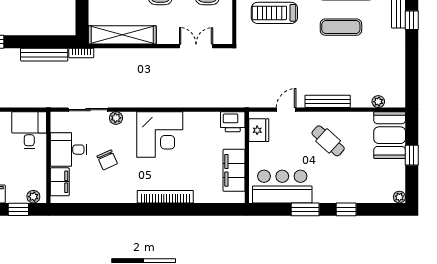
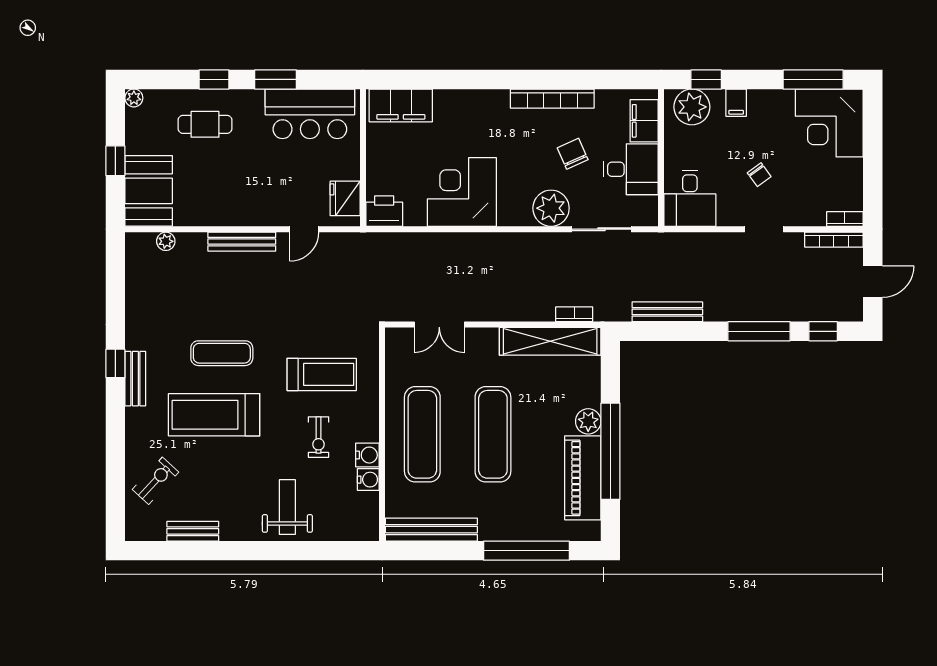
bookcase: (81, 53) -> (574, 314), moved
plant: (116, 118) -> (551, 208), width x1.87, depth x1.87
corner desk: (160, 134) -> (462, 192), moved
cafe table: (328, 141) -> (205, 124), moved, turned -42
filing cabinet: (234, 170) -> (401, 105), moved, turned 90
plant: (33, 197) -> (692, 107), width x1.88, depth x1.88
bookcase: (165, 197) -> (552, 99), moved

